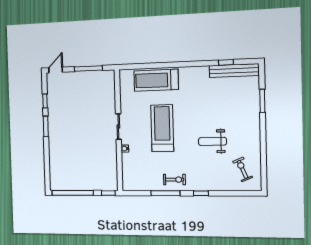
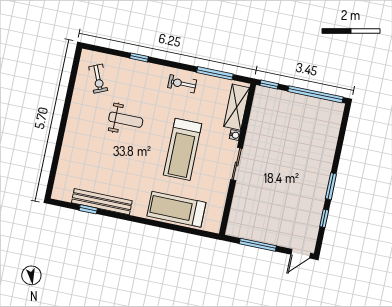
bench: (234, 71) -> (102, 202), moved
treadmill: (156, 80) -> (176, 209), turned 180
window: (262, 101) -> (57, 154), removed
shelving: (129, 170) -> (237, 107), added
window: (165, 193) -> (215, 73), moved
window: (201, 193) -> (139, 57), moved

